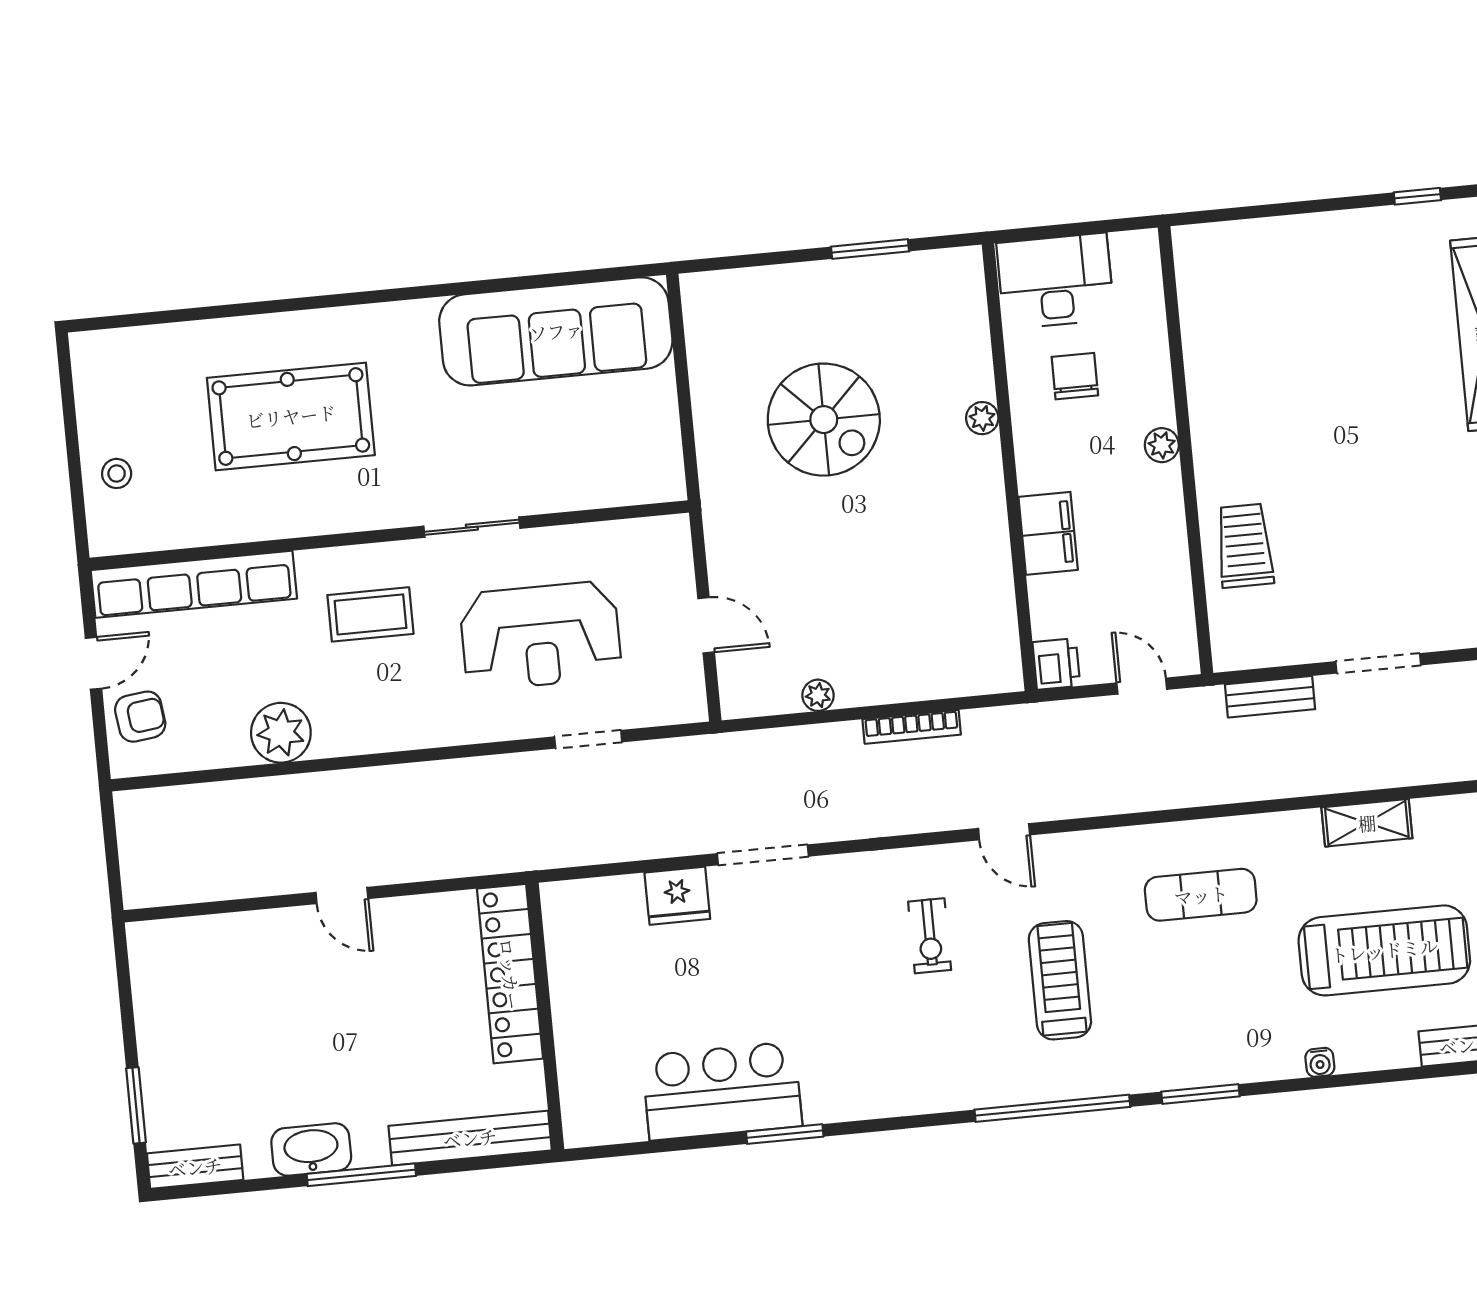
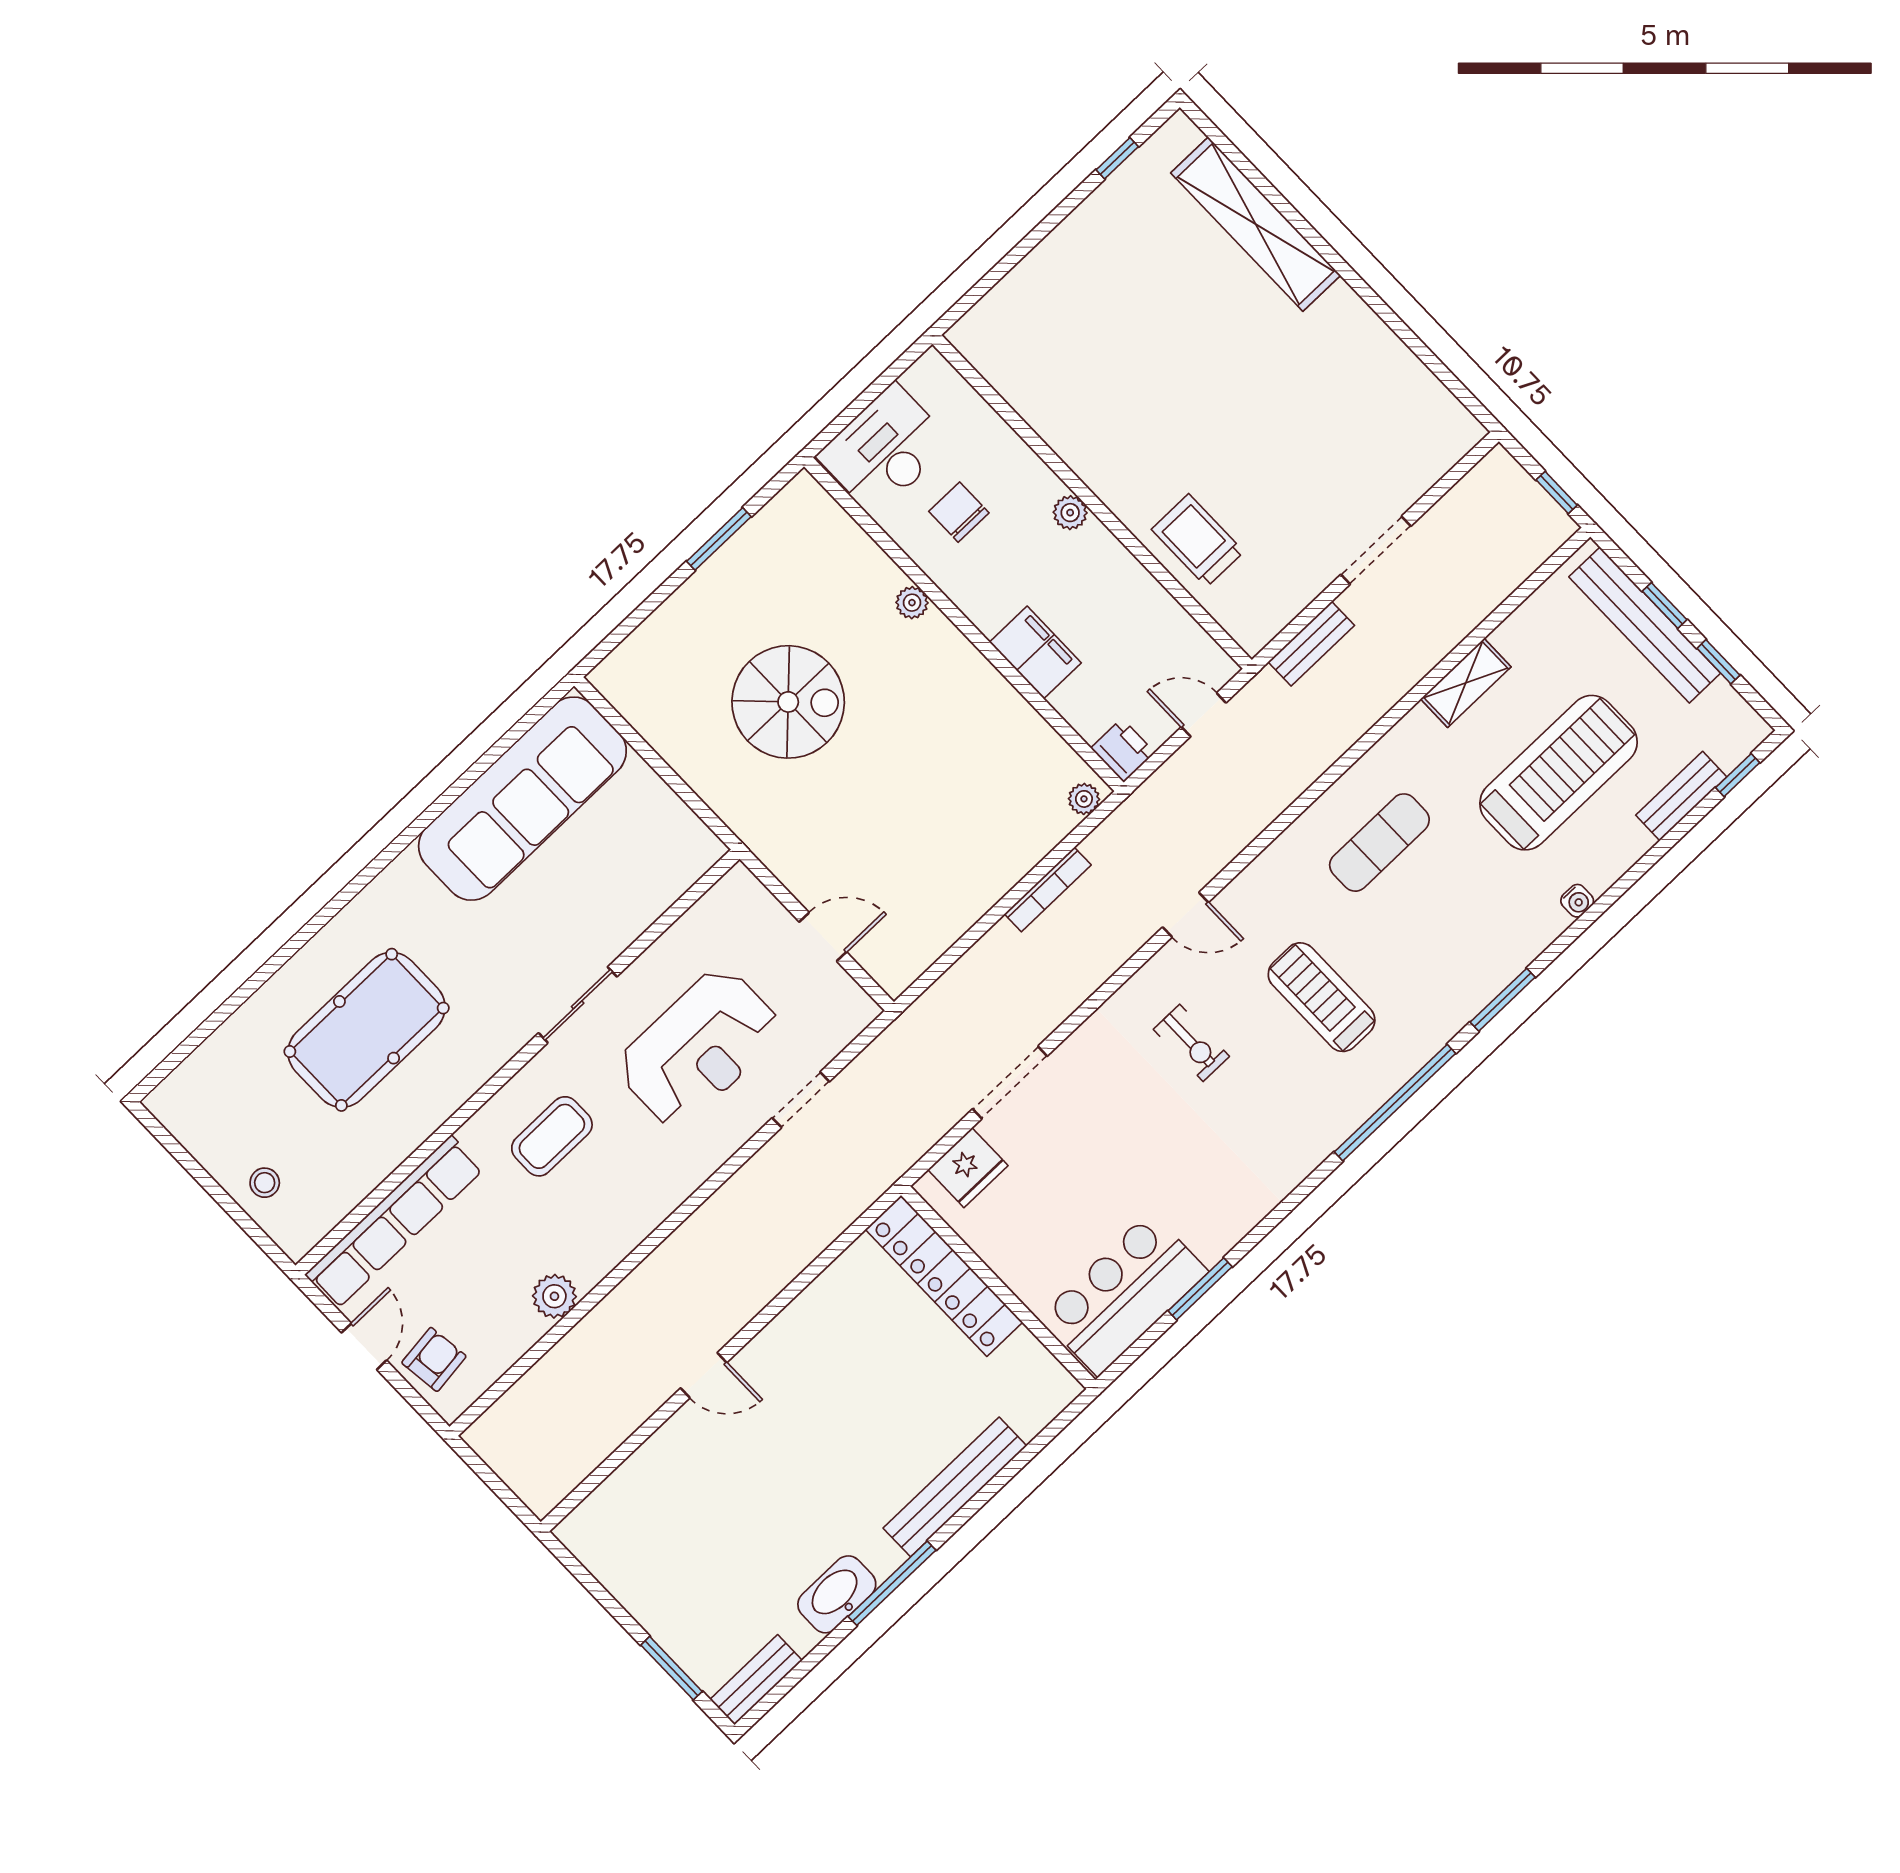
plant: (818, 695) -> (1084, 799), moved
plant: (281, 733) -> (554, 1296), width x0.73, depth x0.73
locker: (510, 974) -> (944, 1276), moved
wall: (545, 1016) -> (998, 1288), moved

